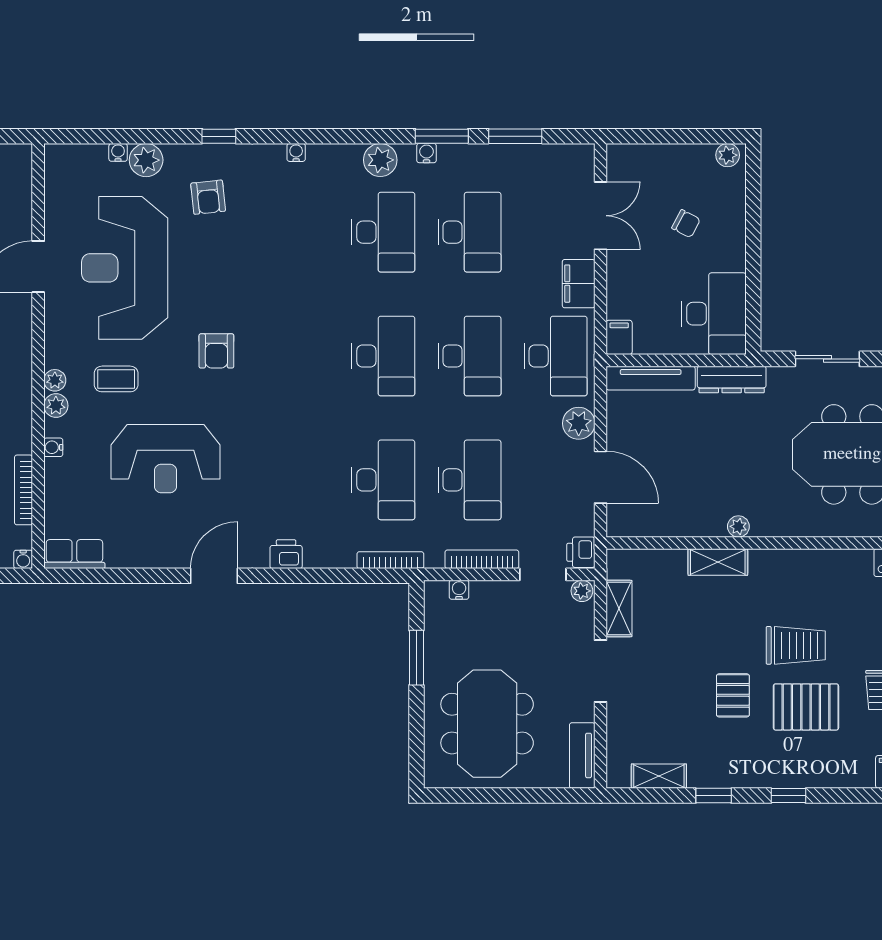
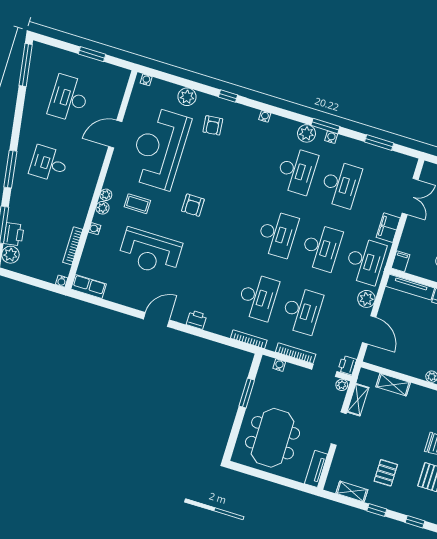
window: (442, 136) -> (325, 126), moved
water cooler: (118, 152) -> (146, 80), moved
shelving: (718, 562) -> (393, 385), moved
pallet: (733, 695) -> (386, 473), moved

